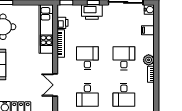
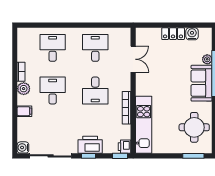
printer: (62, 23) -> (124, 147), moved
filing cabinet: (148, 30) -> (24, 111), moved
desk: (124, 58) -> (53, 91), turned 180

